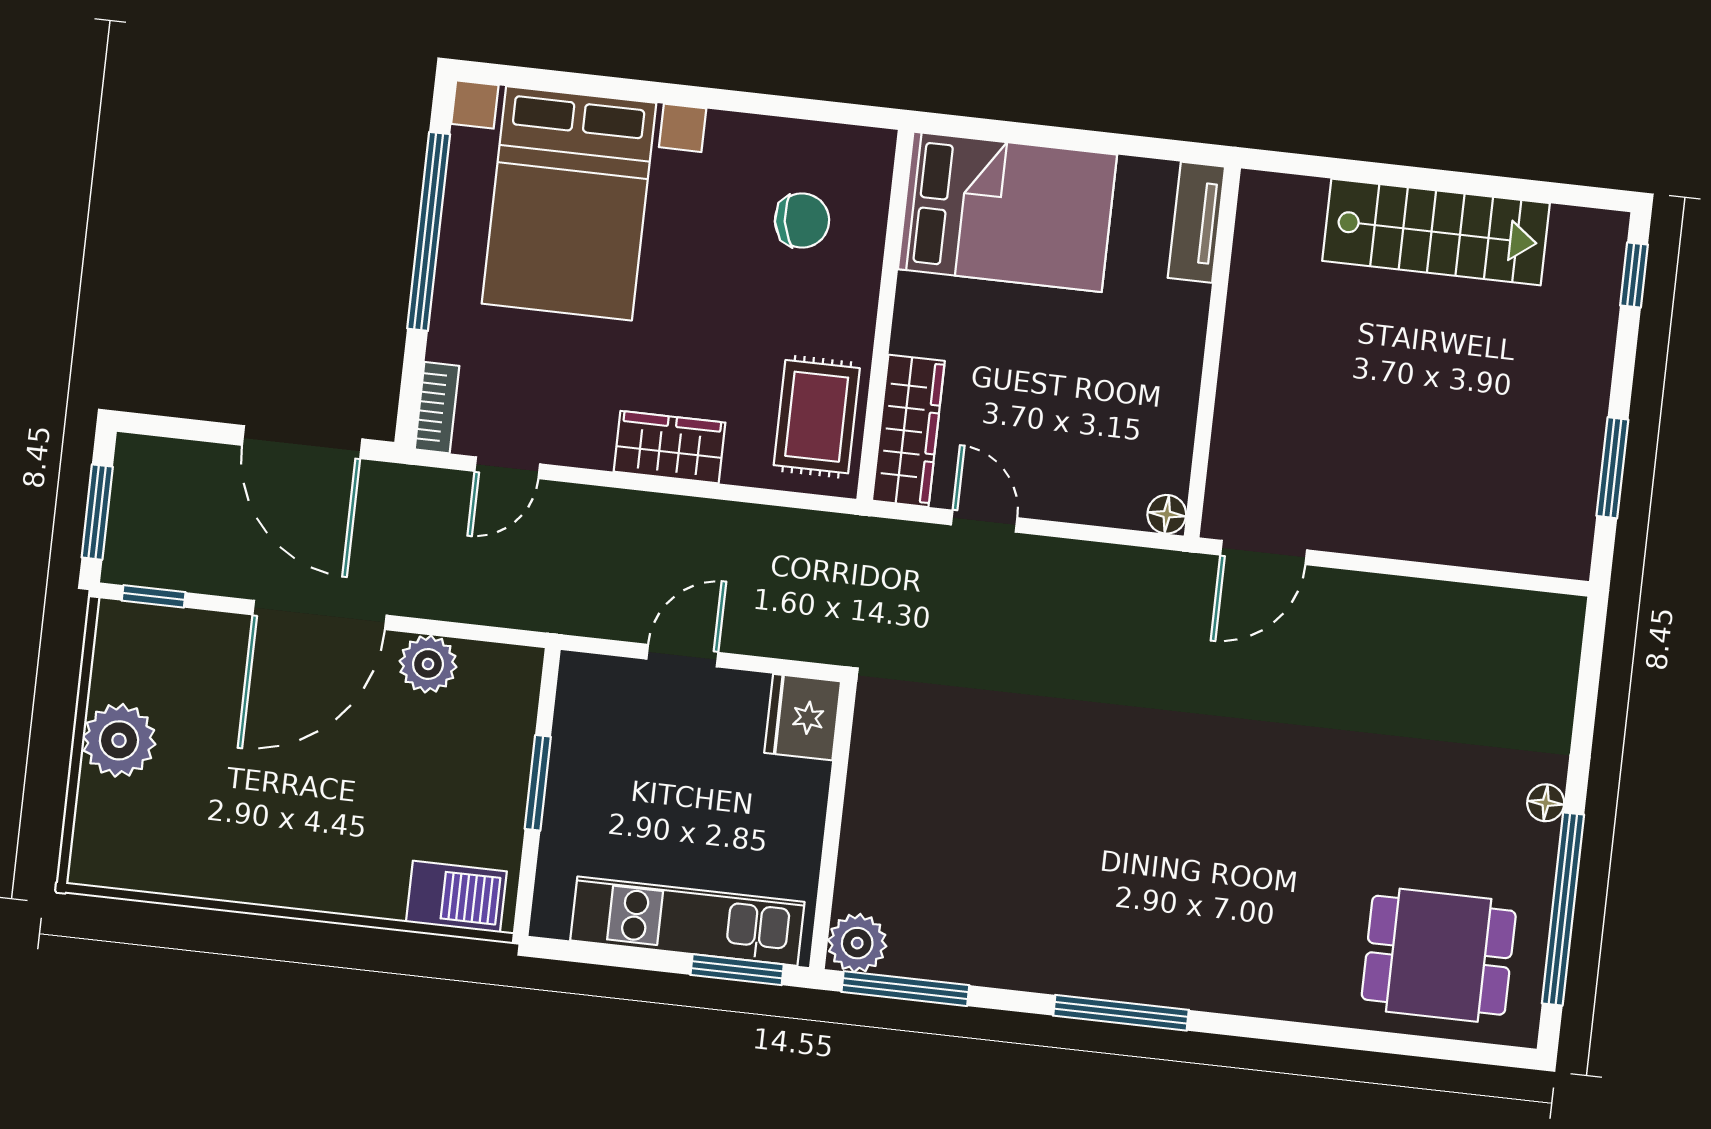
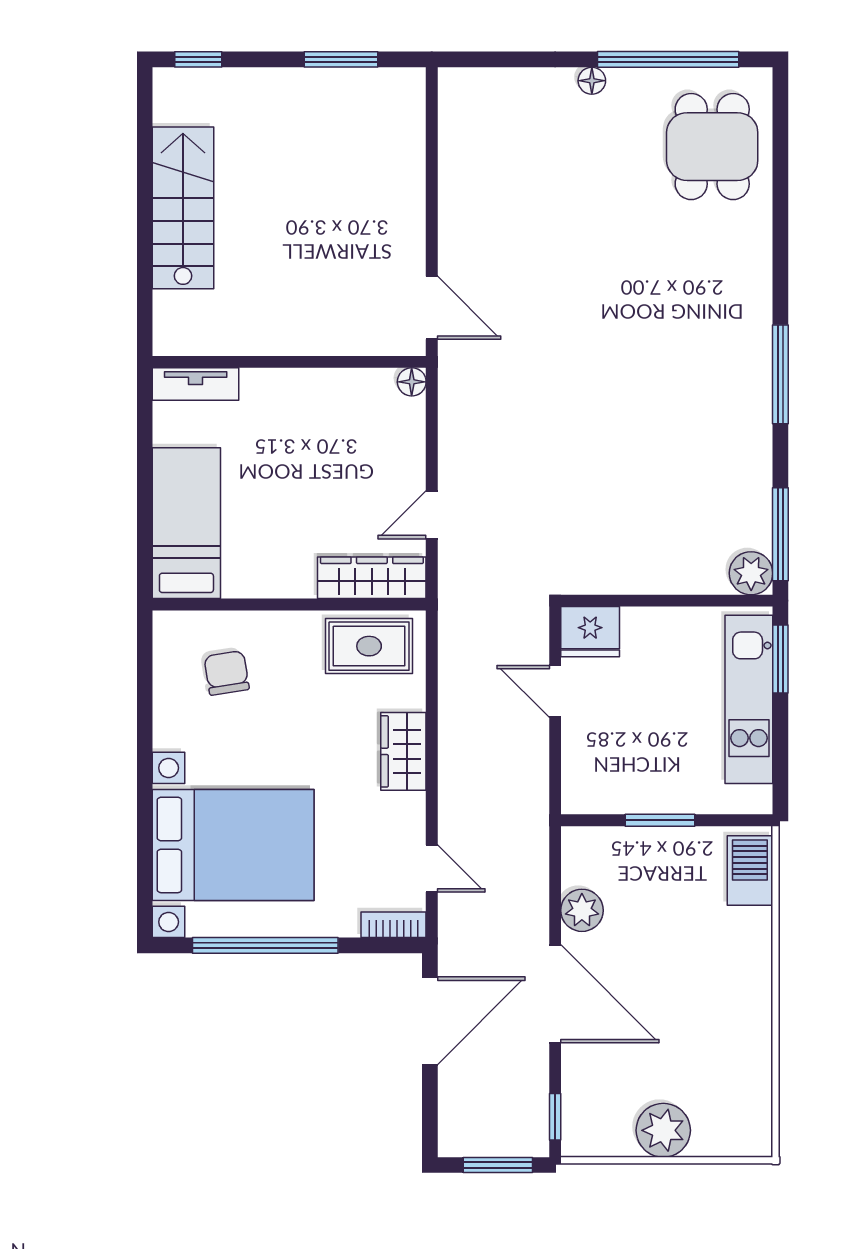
bed: (1008, 212) -> (186, 523), width x0.67
door: (682, 656) -> (555, 691), moved

